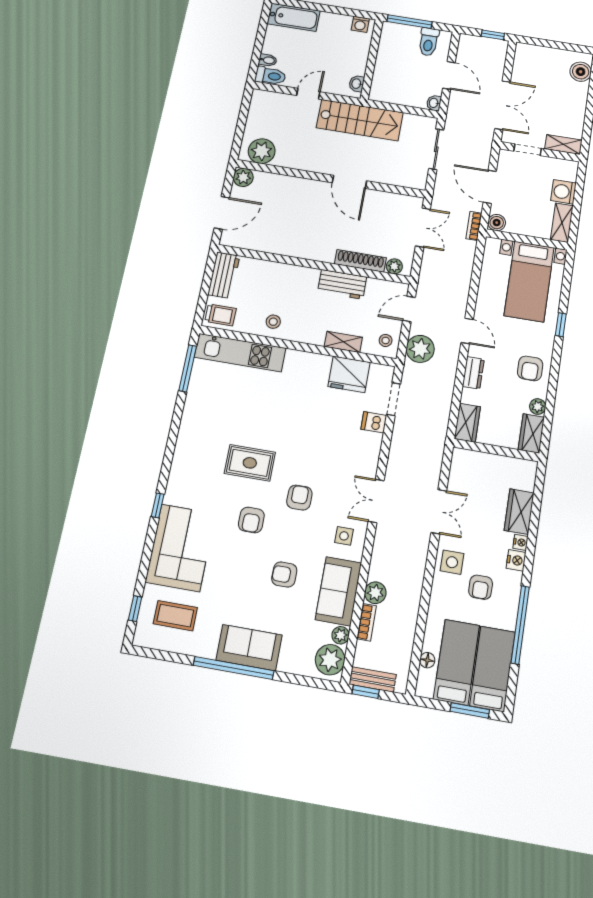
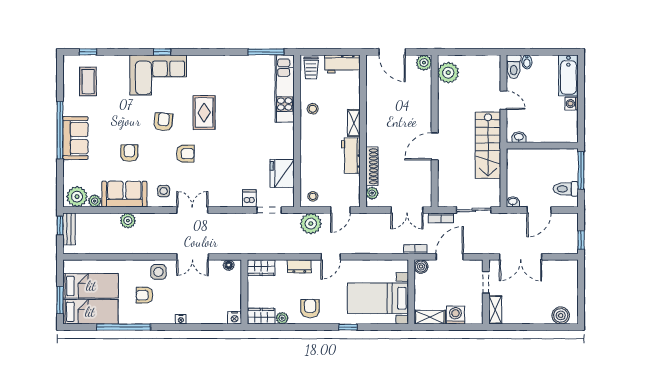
washing machine: (360, 24) -> (572, 104), moved
door: (409, 309) -> (340, 210), swing flipped
shelving: (343, 342) -> (354, 123), moved
armchair: (530, 368) -> (310, 308), turned 90
wardrobe: (519, 512) -> (203, 315), removed
armchair: (251, 520) -> (163, 122), turned 95
corner sofa: (181, 548) -> (158, 75), moved
nightstand: (516, 560) -> (235, 318), moved
bookcase: (367, 622) -> (441, 218), moved
floor lamp: (427, 660) -> (229, 265), moved

